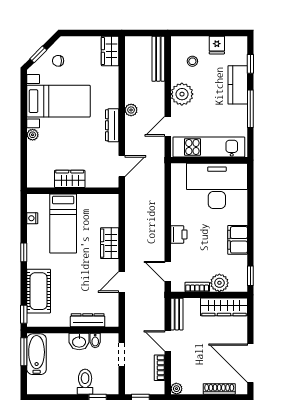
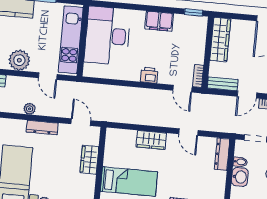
wardrobe: (70, 179) -> (89, 160), moved
door: (168, 271) -> (182, 89), hinge flipped
plant: (219, 283) -> (197, 42), removed
bookcase: (197, 287) -> (198, 76), moved
dresser: (88, 320) -> (222, 154), moved

